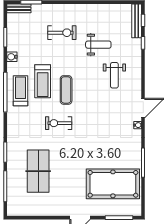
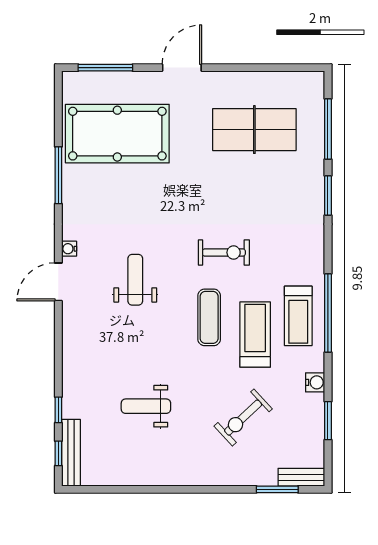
exercise bike: (62, 33) -> (243, 418), moved, turned -43
weight bench: (114, 75) -> (135, 280), moved
table tennis table: (38, 171) -> (254, 130), moved, turned 90

